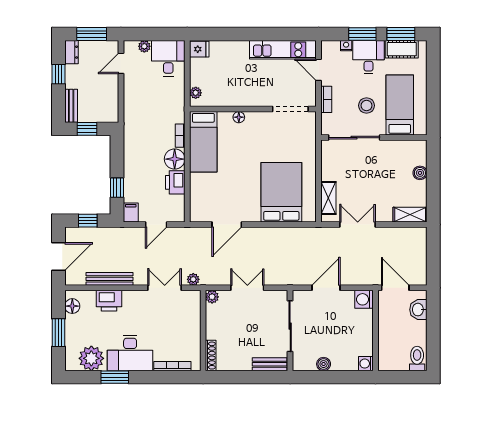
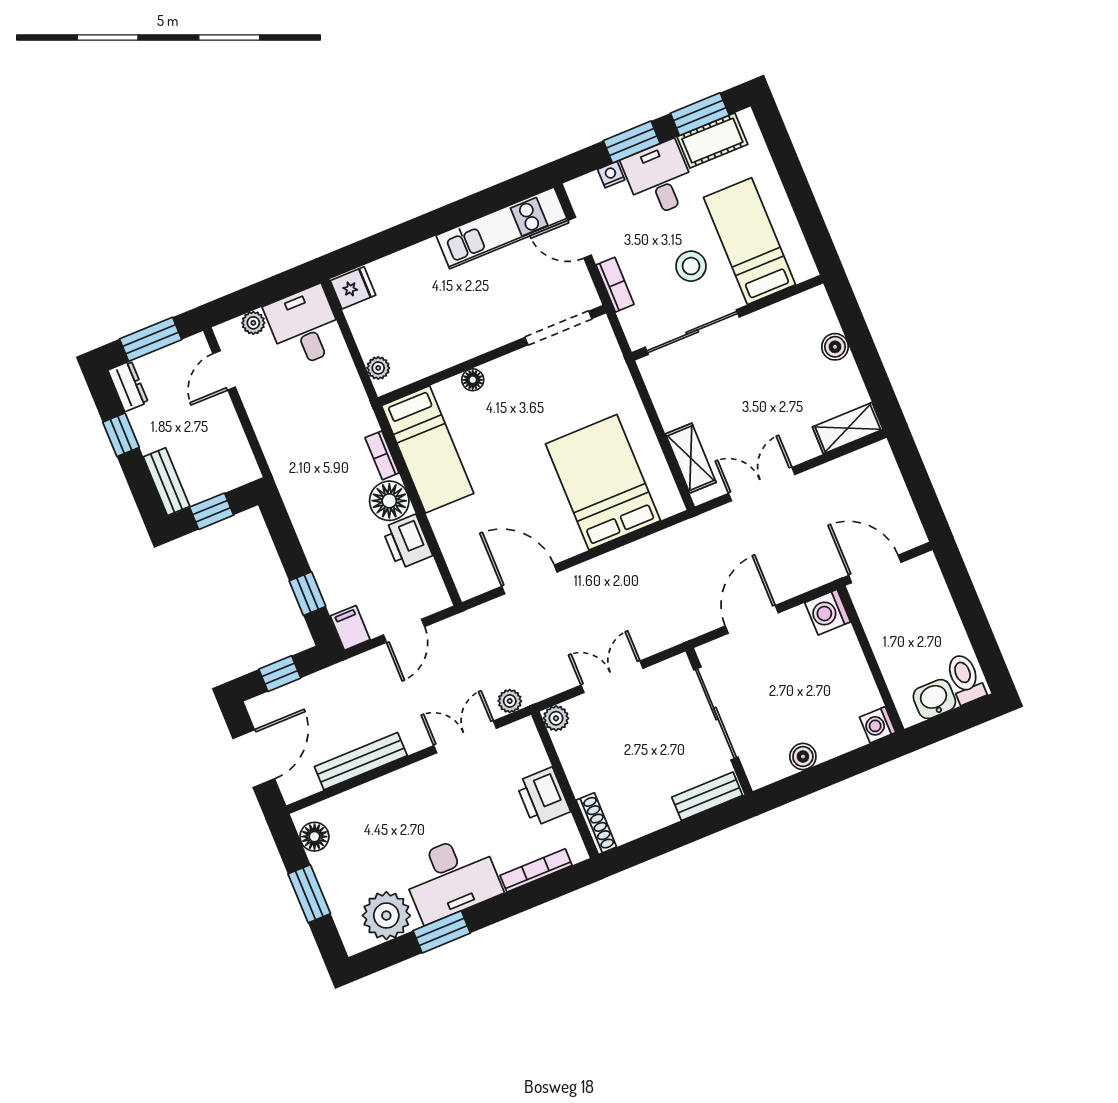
door: (227, 225) -> (529, 579), swing flipped
printer: (109, 301) -> (543, 797), moved, turned 90
washbasin: (418, 310) -> (934, 699), moved, turned 90

